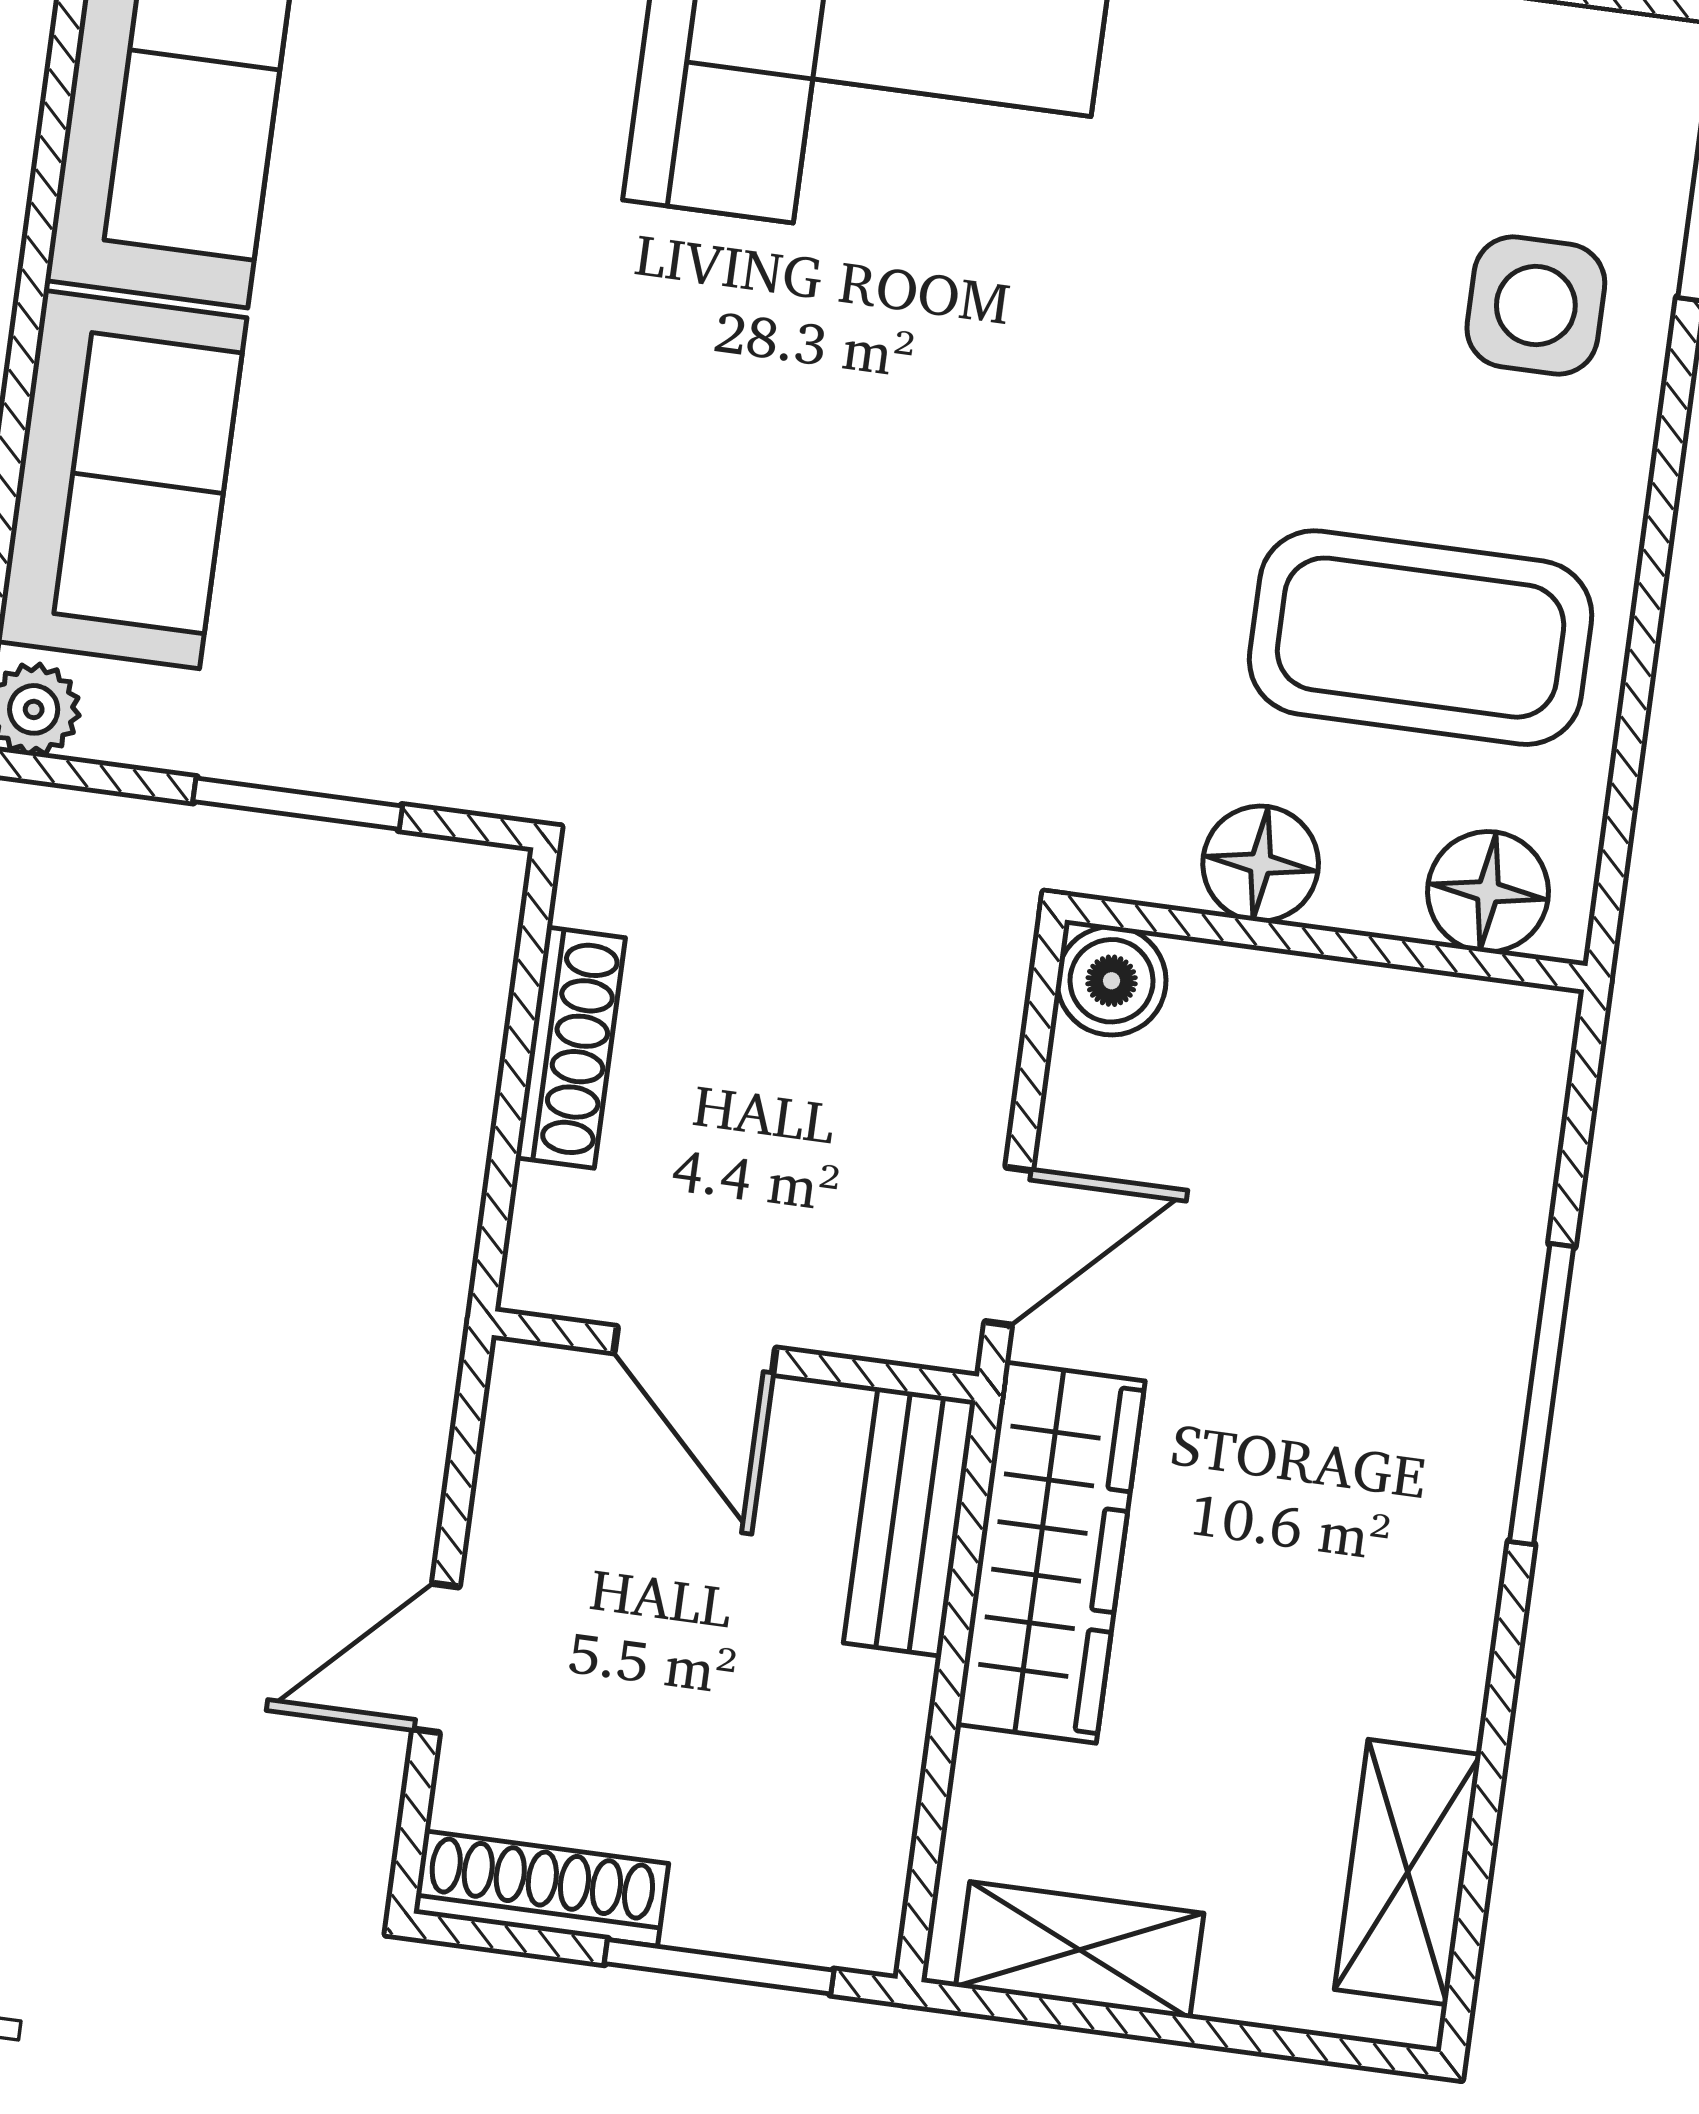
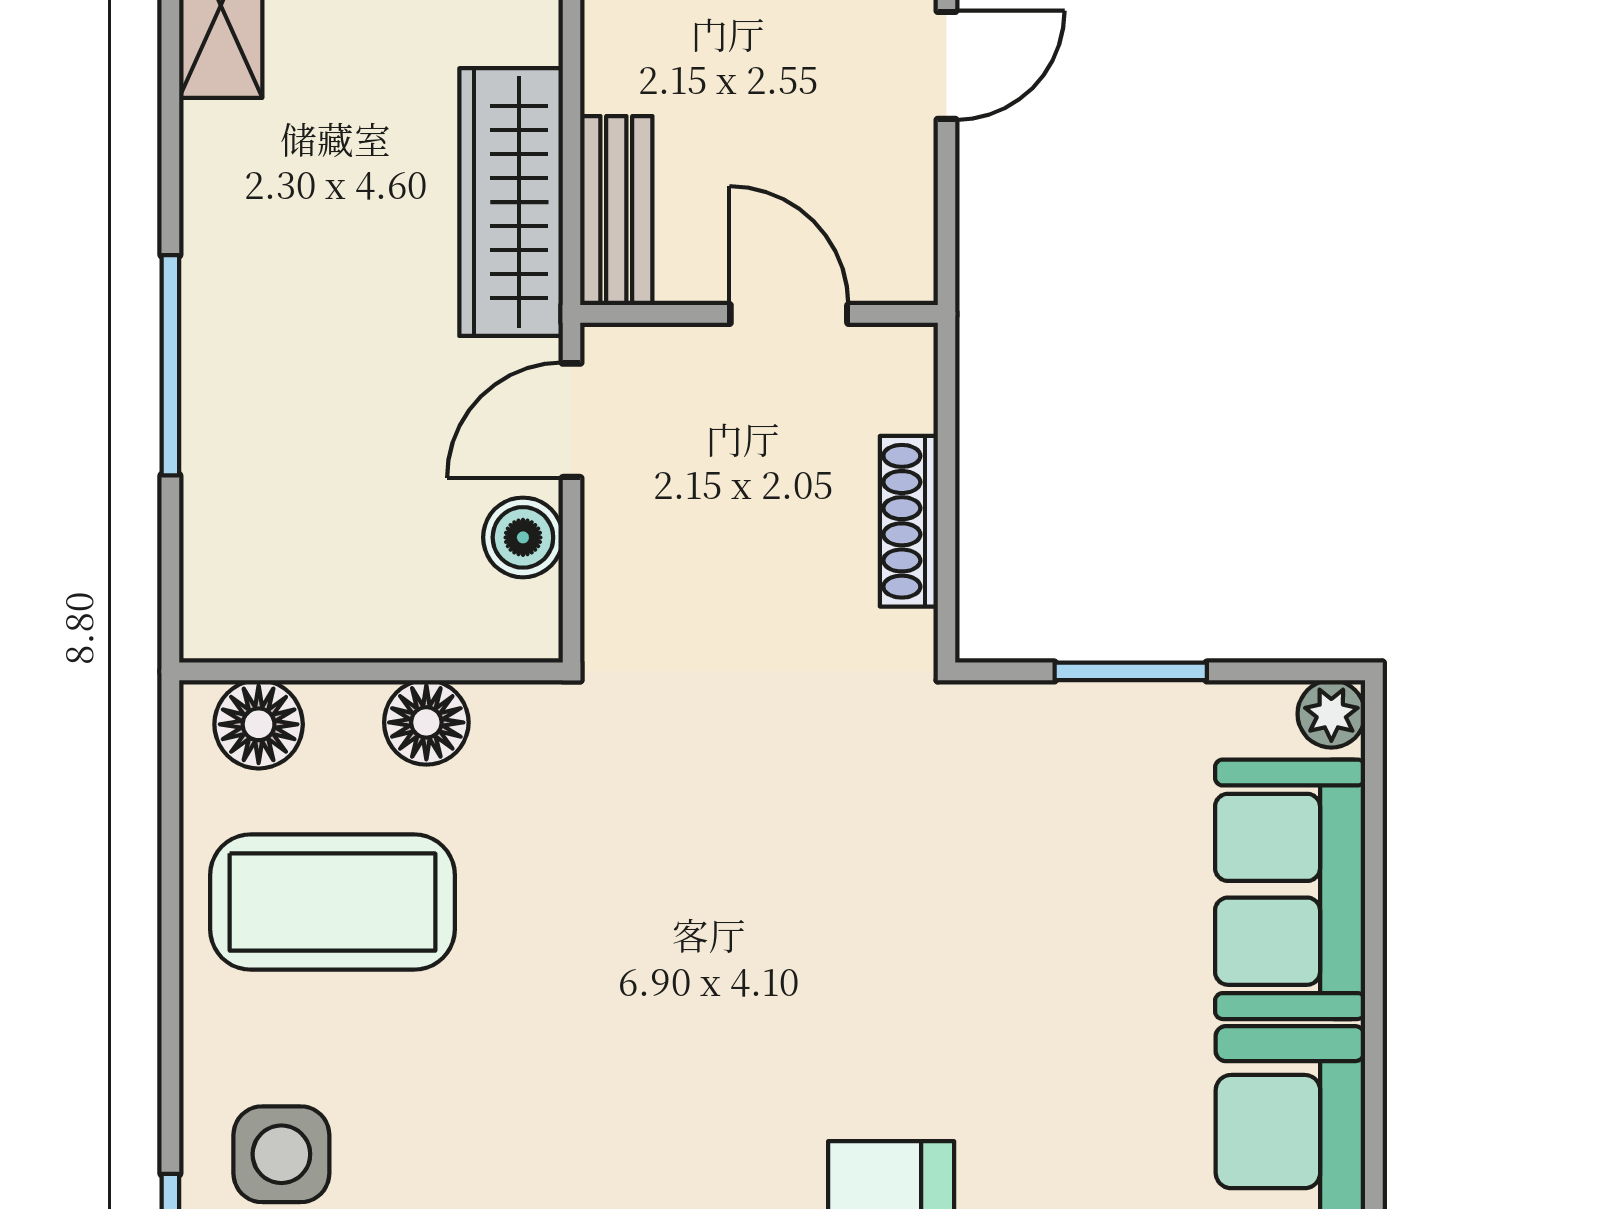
boiler: (1112, 981) -> (523, 537), moved

